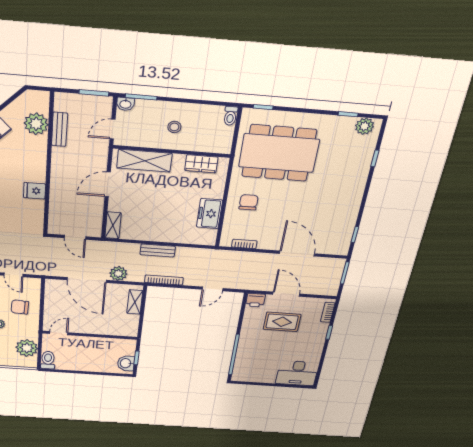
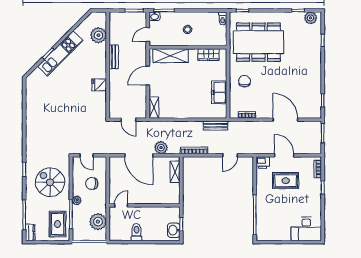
bench: (60, 129) -> (114, 57), moved
bench: (158, 250) -> (216, 126), moved
toilet: (48, 360) -> (136, 232), moved

